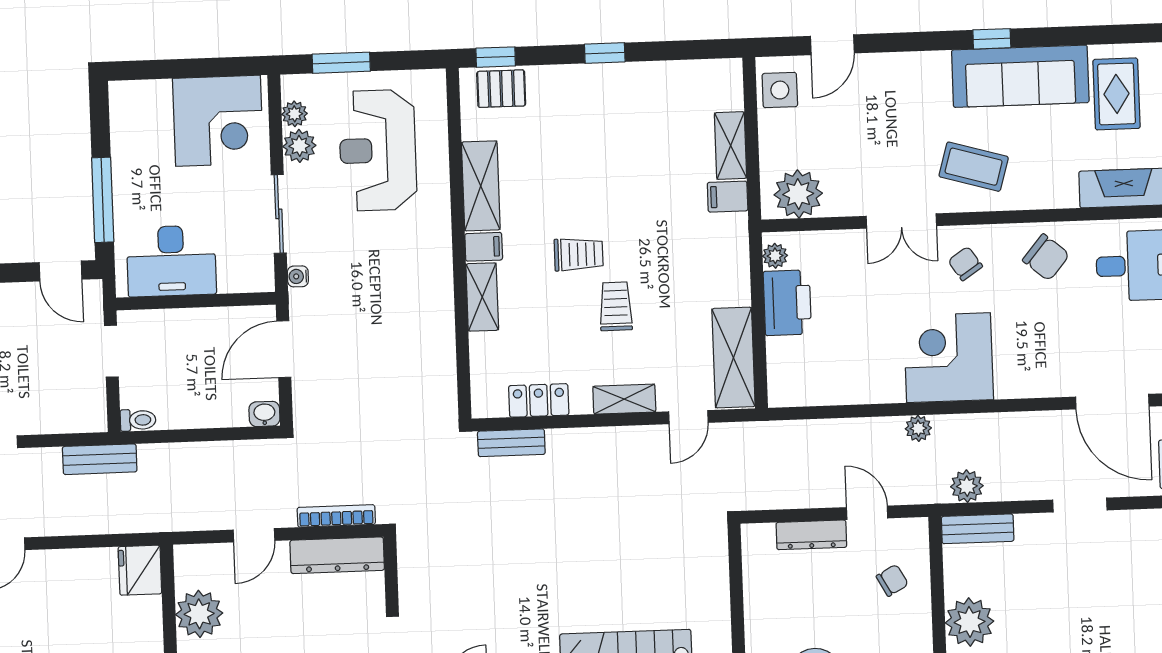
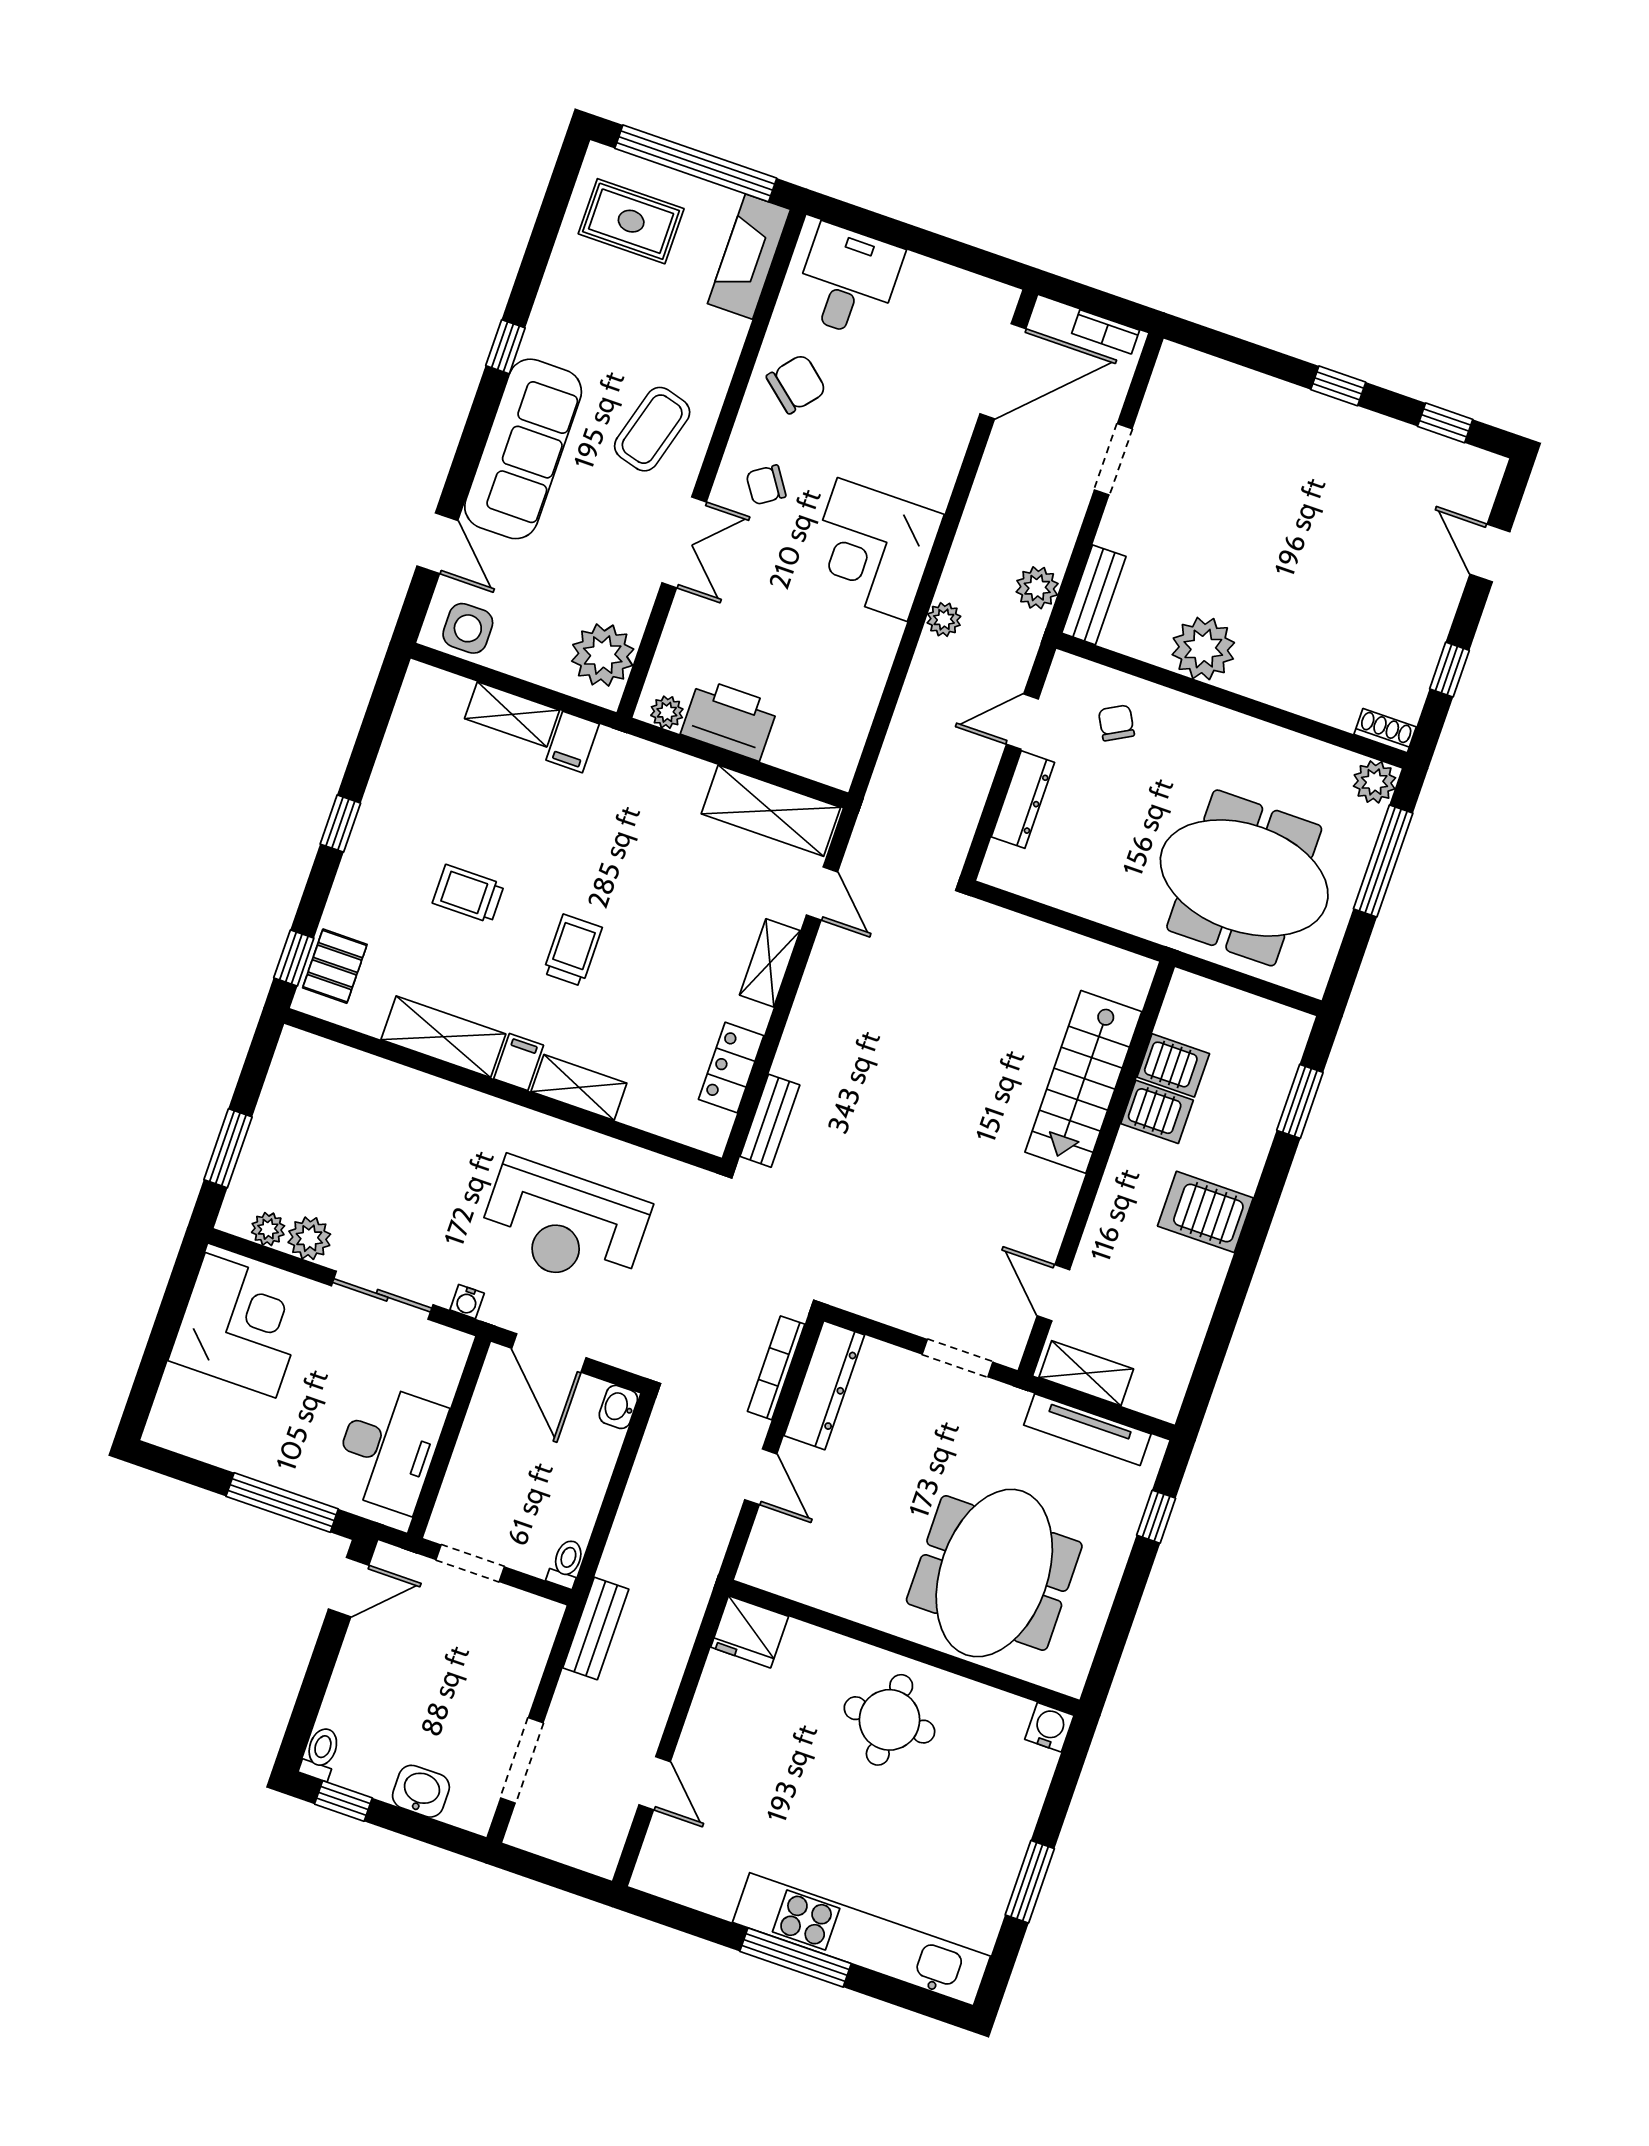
sofa: (1020, 76) -> (523, 449), moved
reception desk: (378, 150) -> (564, 1225), moved
trolley: (616, 306) -> (468, 894), moved
plant: (199, 614) -> (830, 1580), removed

